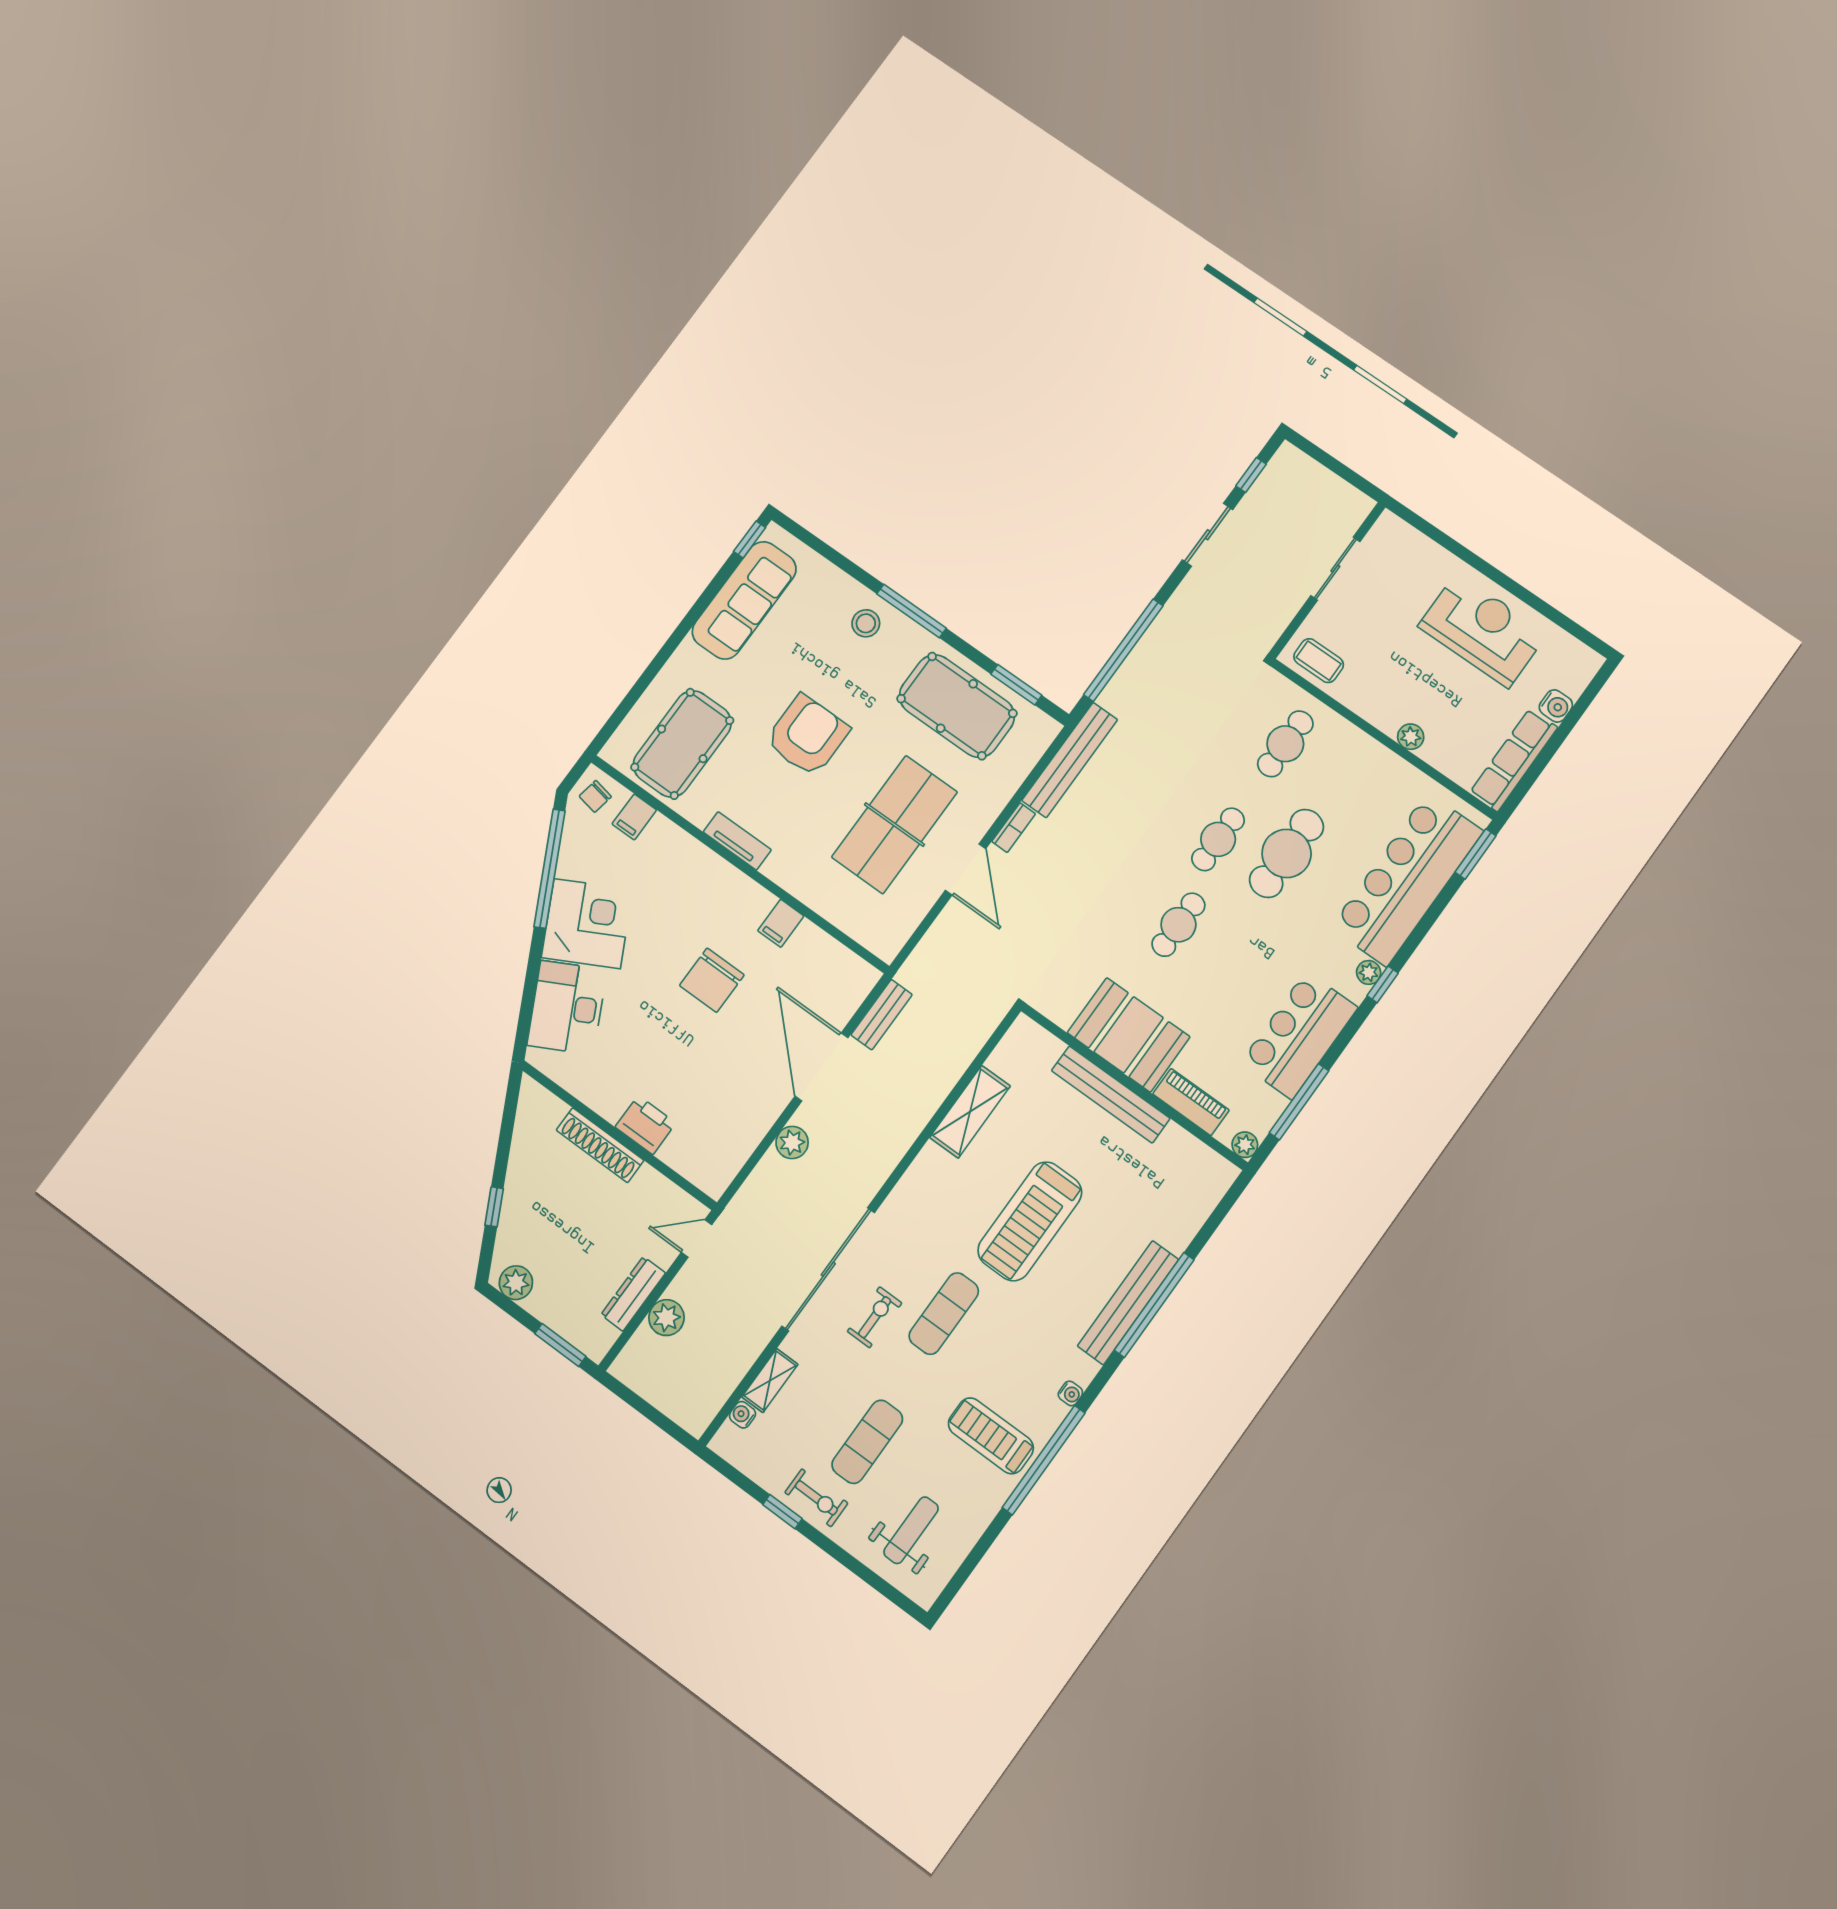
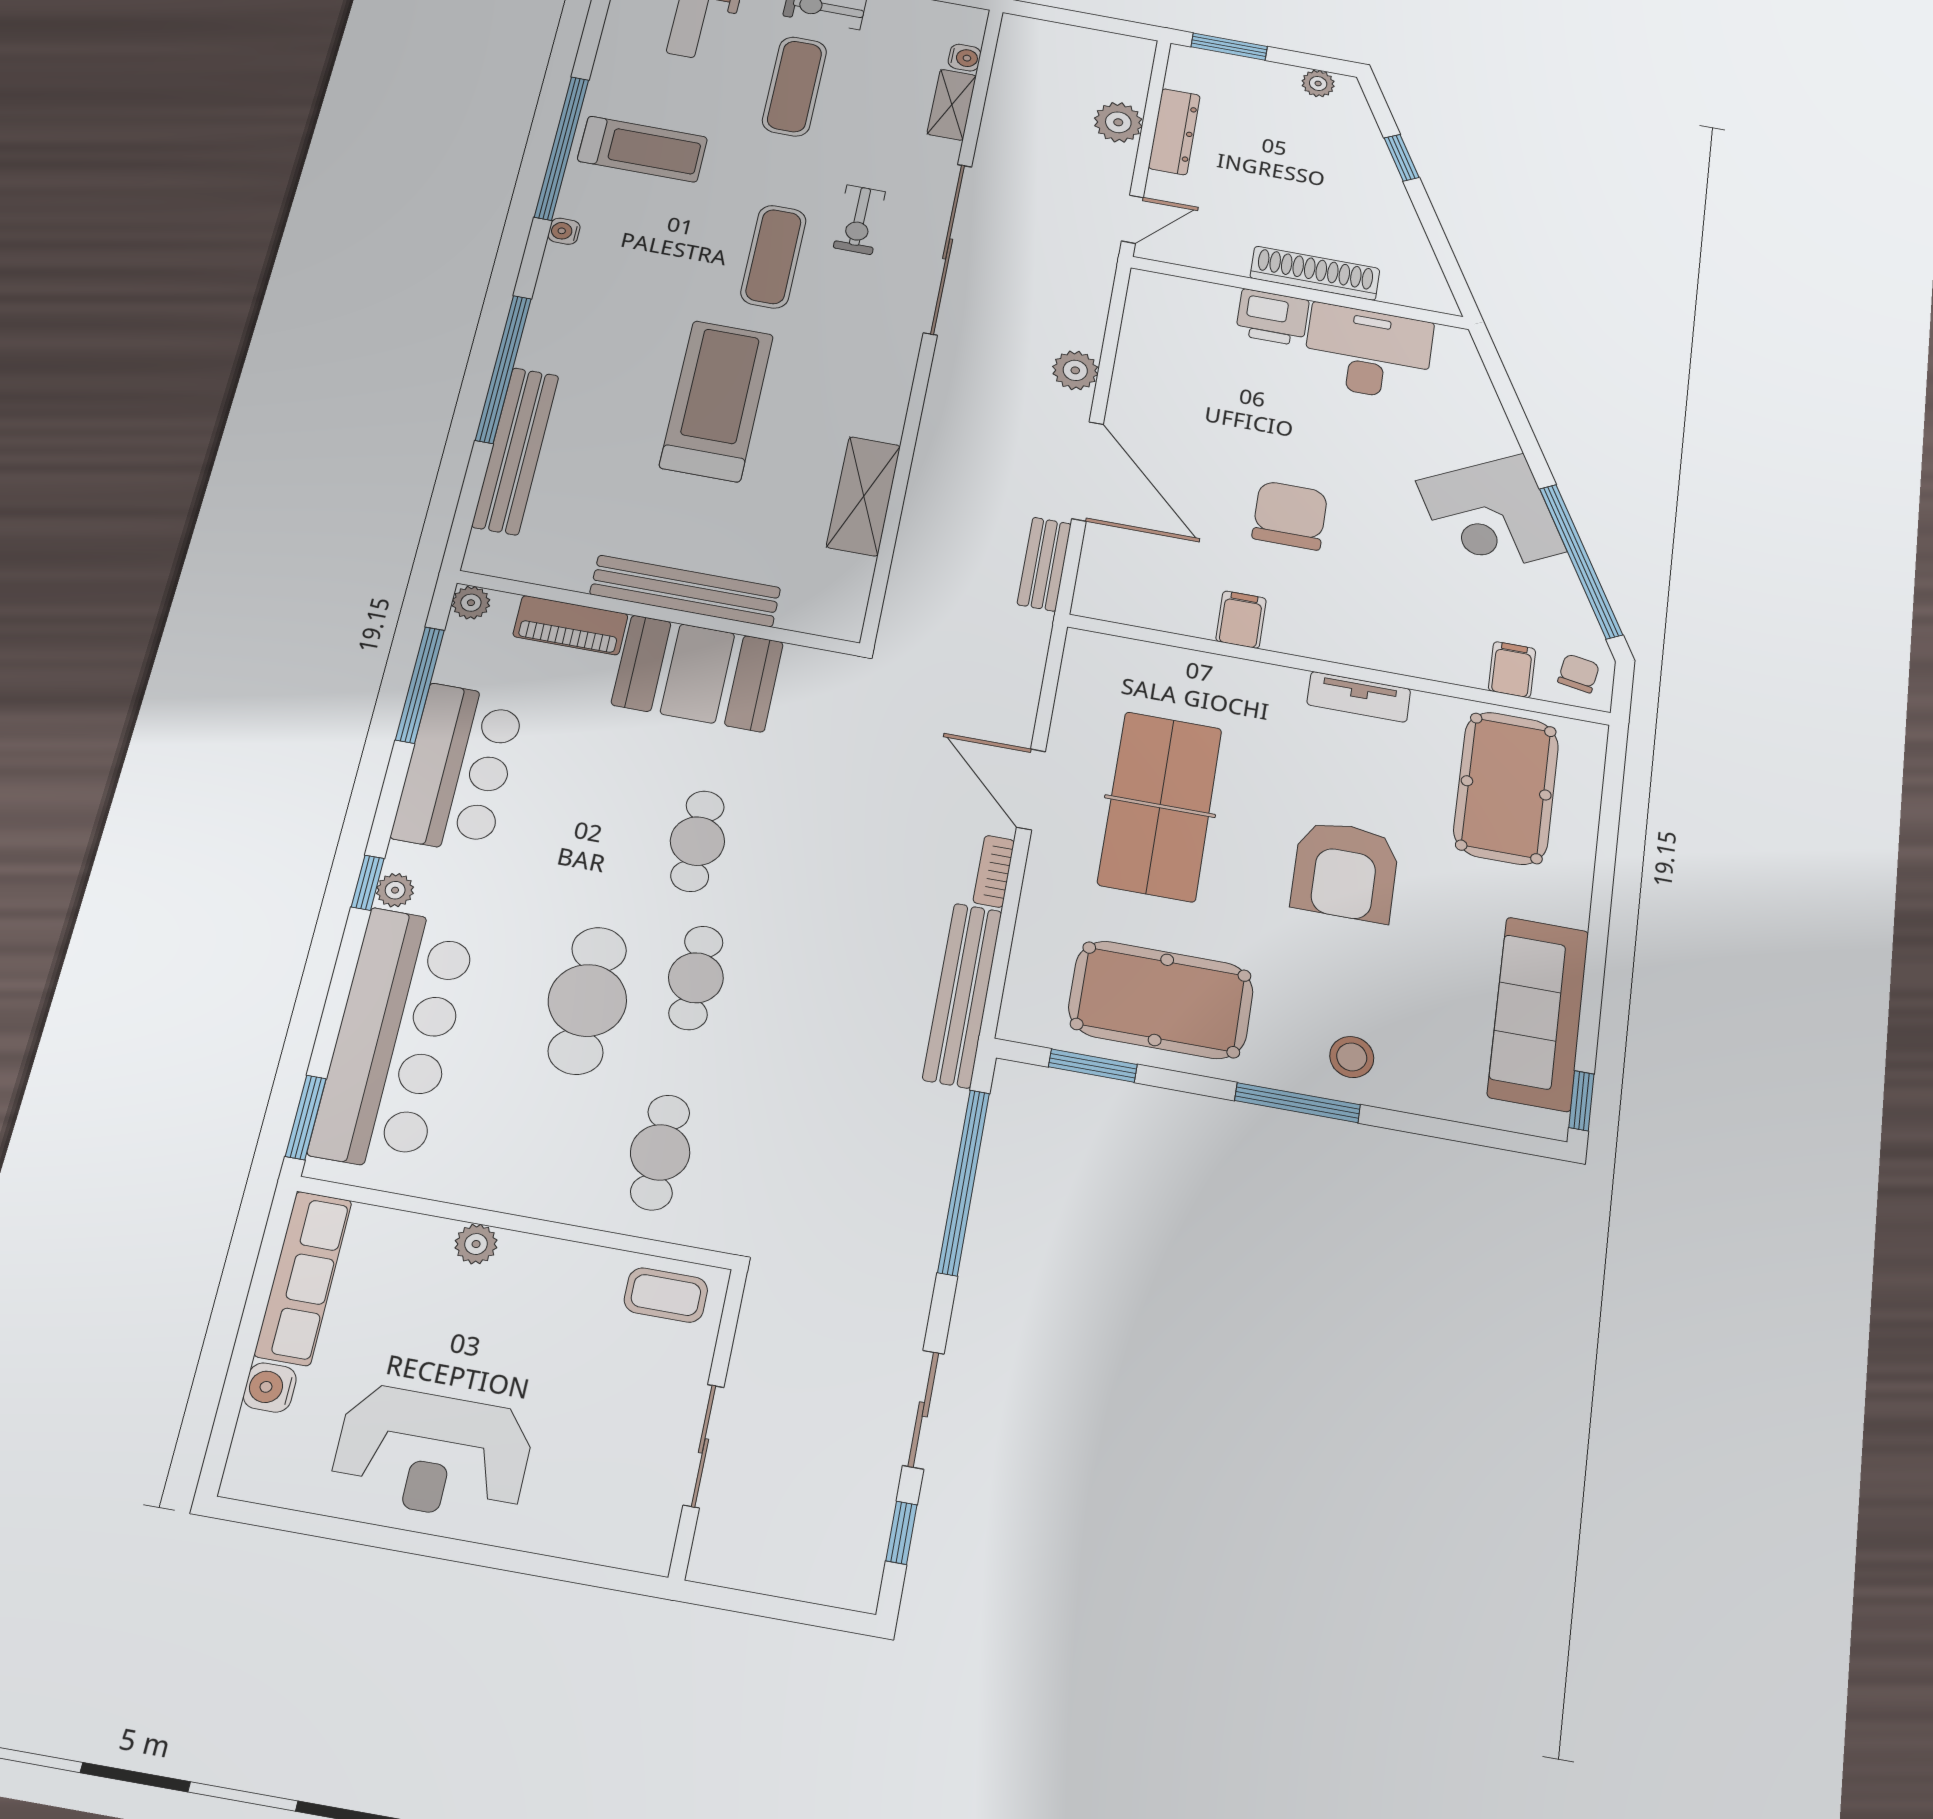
desk: (567, 1007) -> (1368, 352), moved, turned -62
plant: (516, 1283) -> (1318, 83), width x0.73, depth x0.73
bench: (1128, 1303) -> (515, 451), moved

